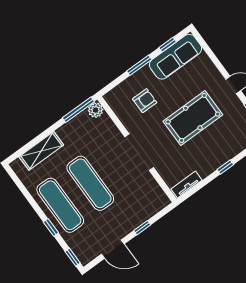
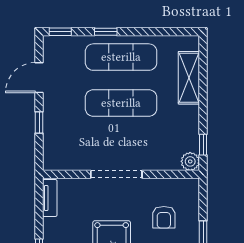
window: (78, 110) -> (203, 145), width x0.46

